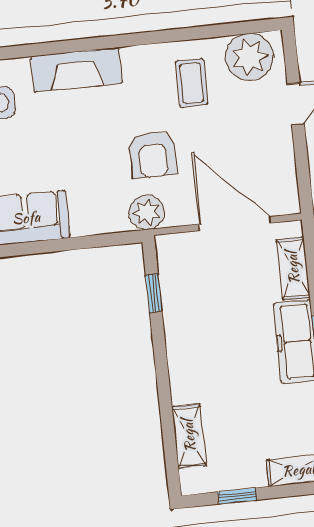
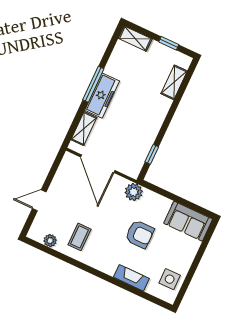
plant: (249, 57) -> (50, 241), width x0.53, depth x0.53
fireplace: (76, 70) -> (131, 278), width x0.73, depth x0.76
armchair: (153, 155) -> (140, 234), moved, turned 90

